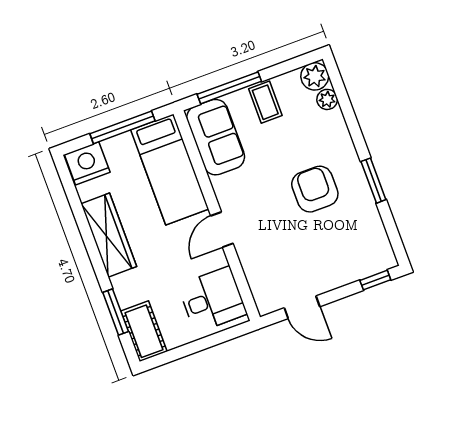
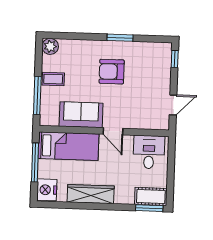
plant: (327, 99) -> (66, 45), removed
sofa: (216, 137) -> (81, 115), moved
window: (116, 312) -> (149, 208), moved

